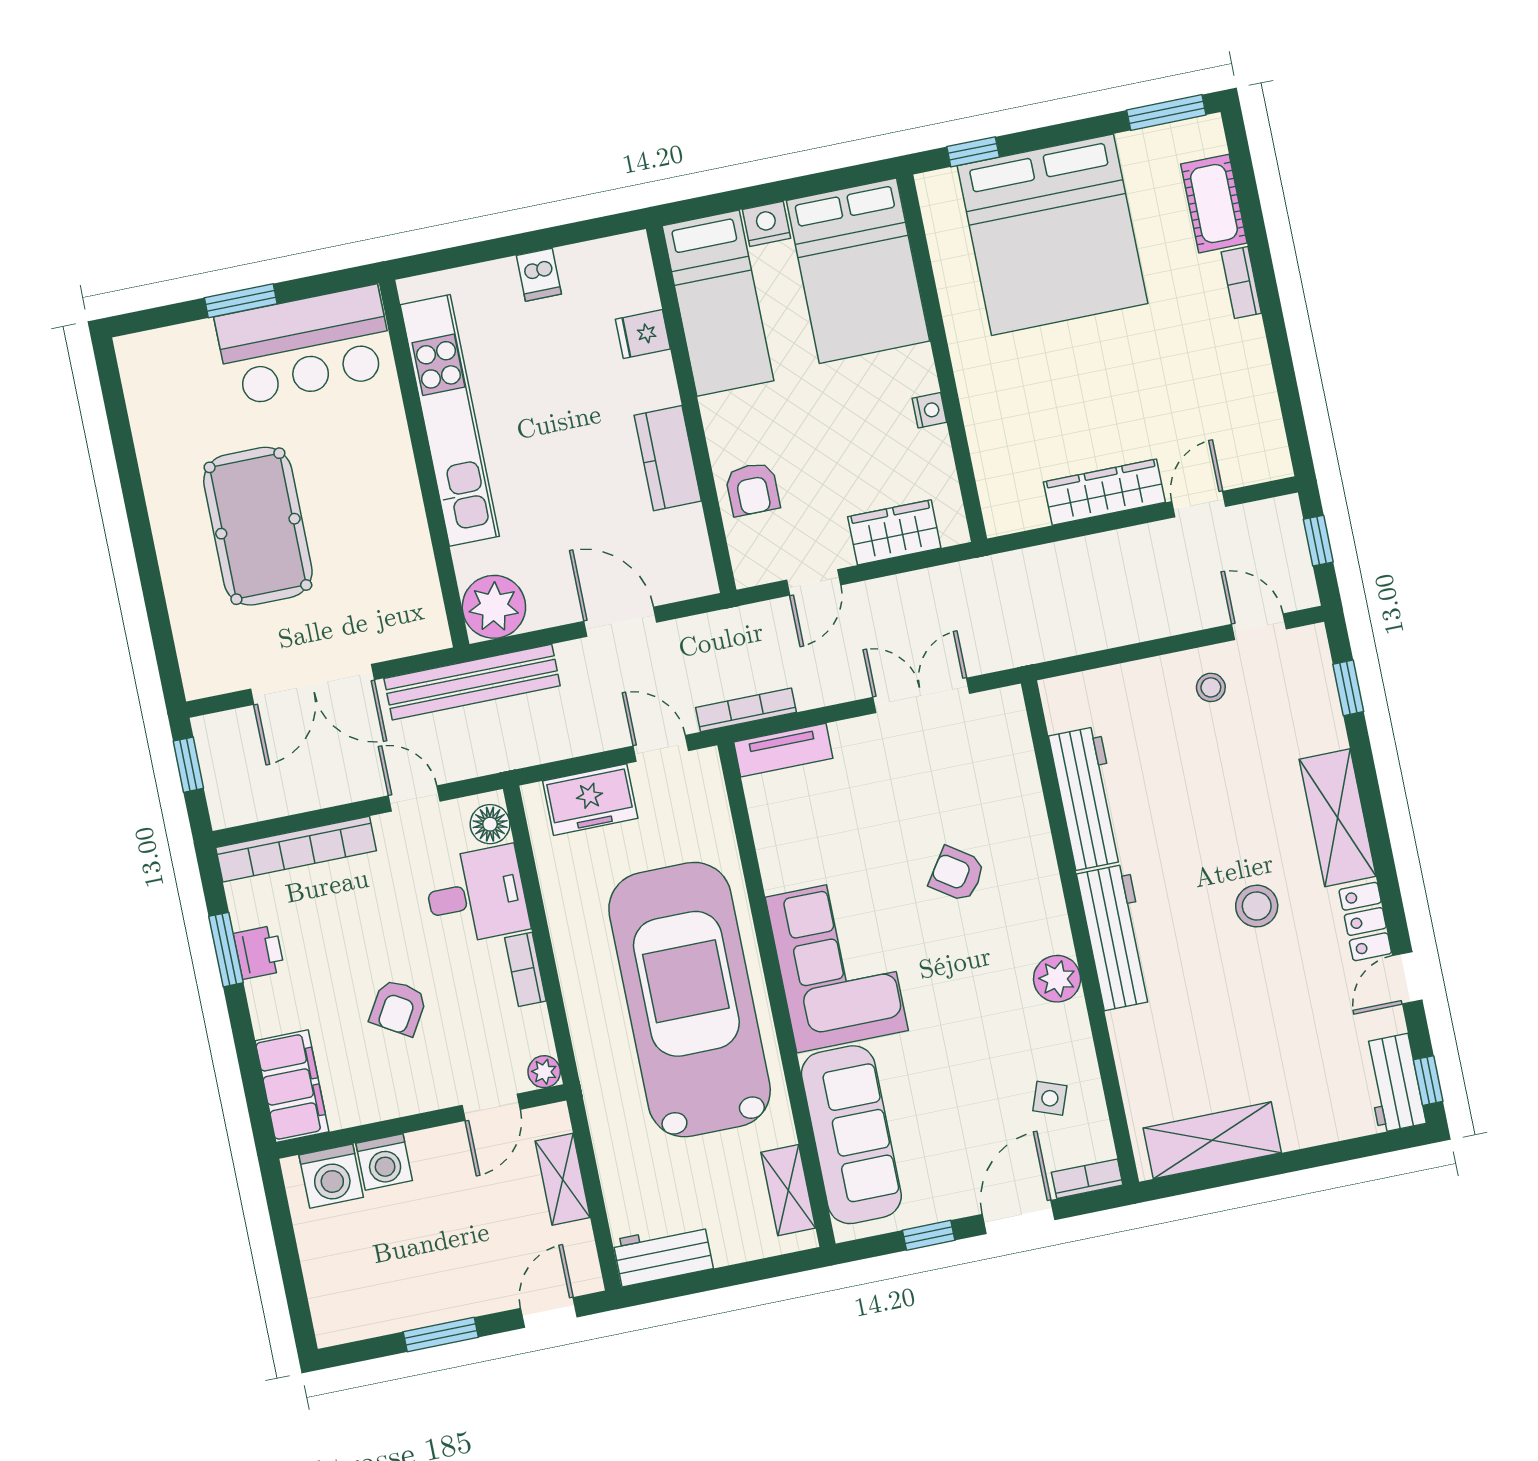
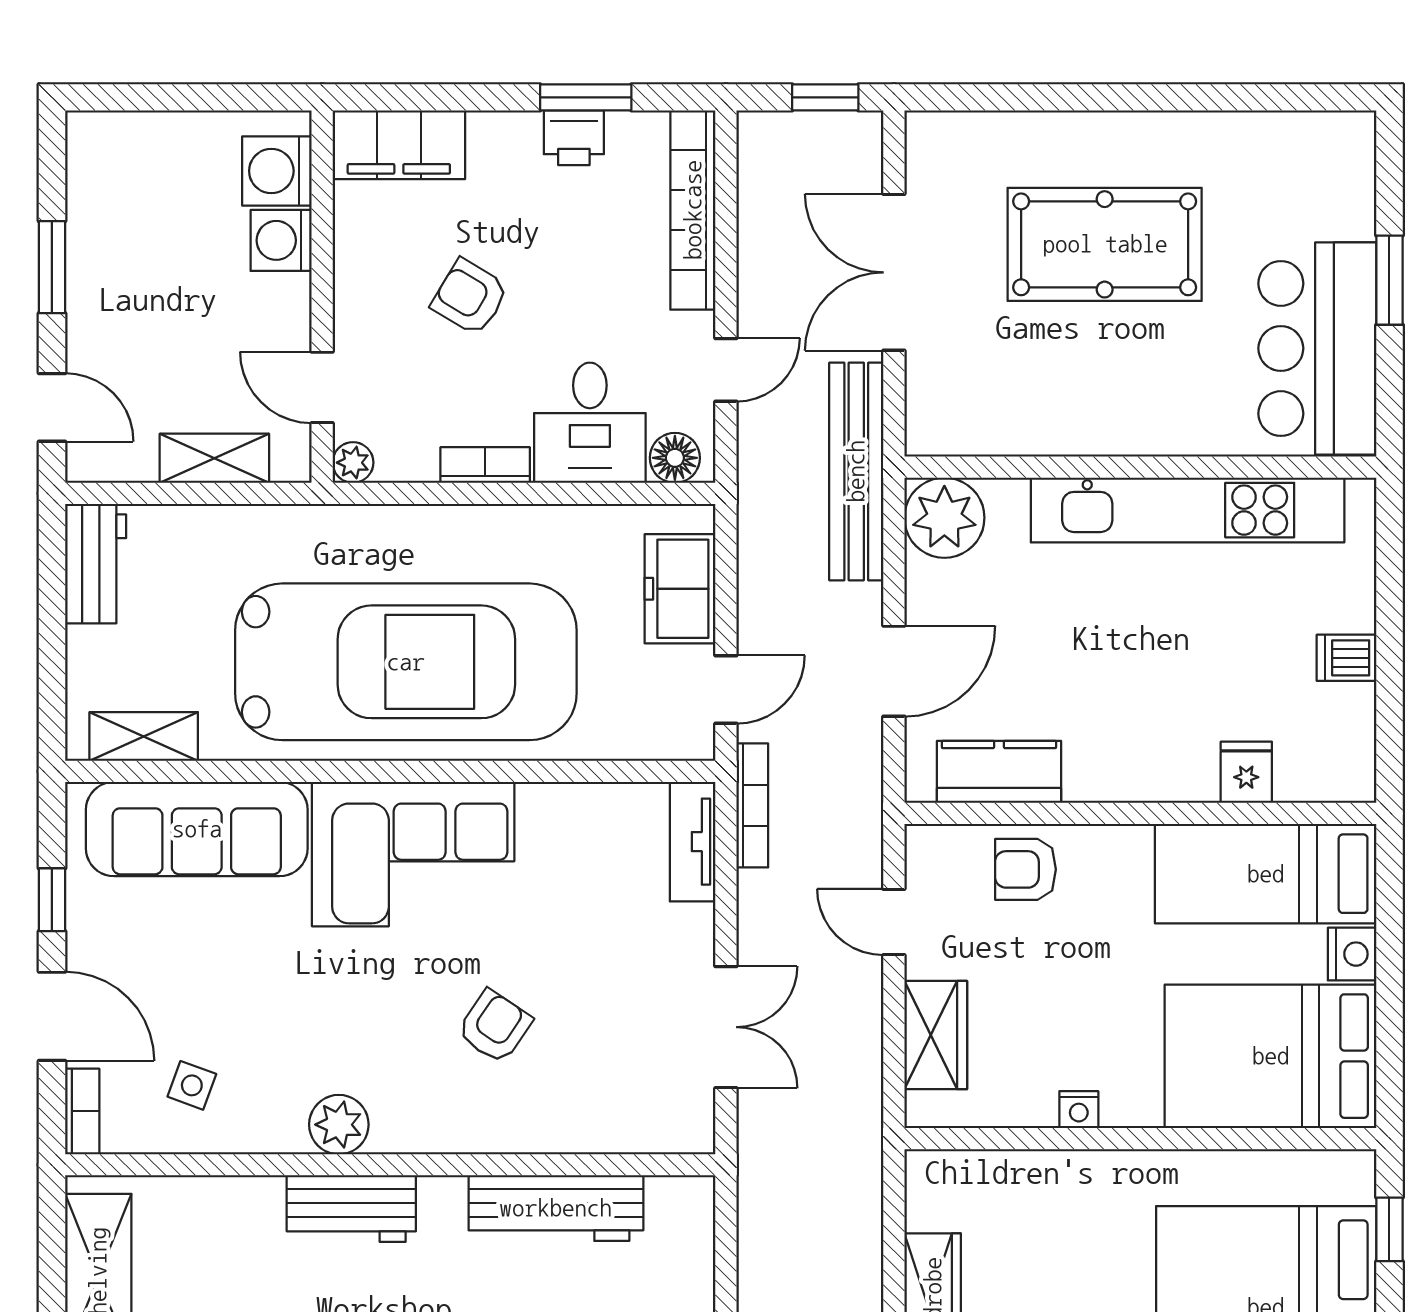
kitchen counter: (668, 458) -> (999, 772), moved
workbench: (1116, 937) -> (351, 1209), width x0.73

